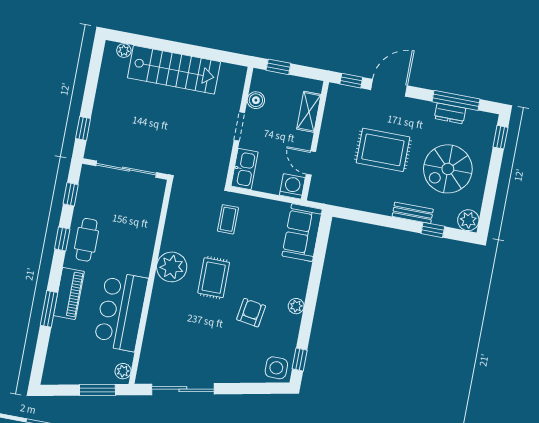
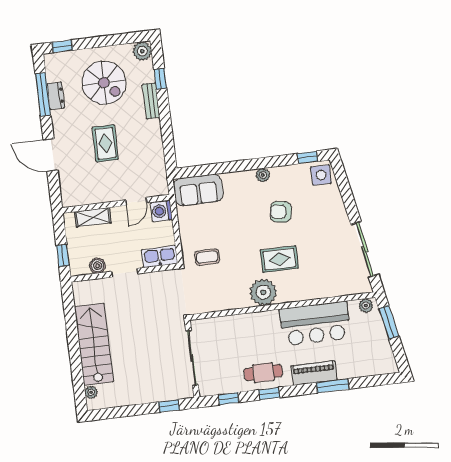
window: (351, 81) -> (55, 189), removed
rug: (383, 150) -> (105, 143), width x0.73, depth x0.70
rug: (214, 278) -> (279, 259), moved

